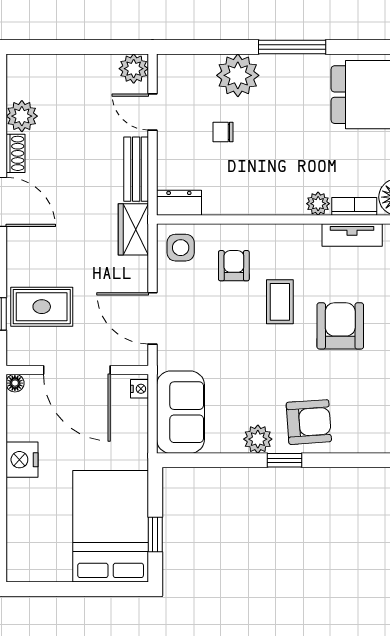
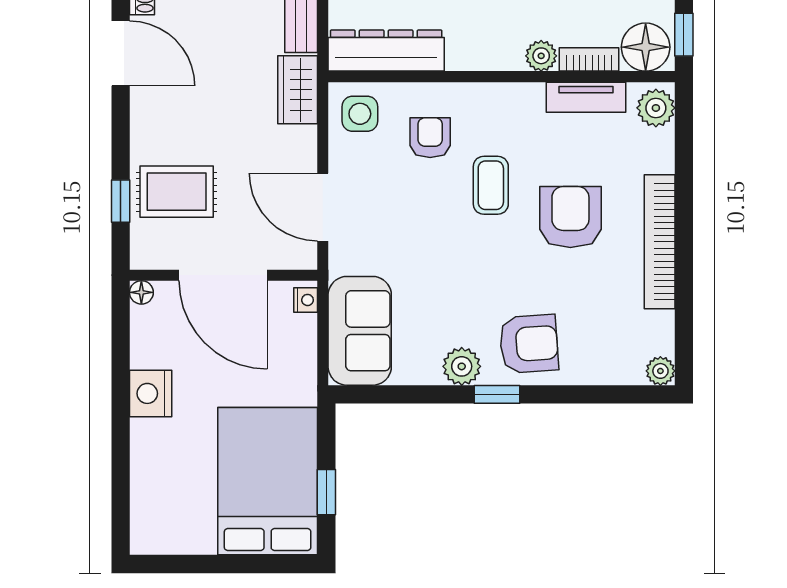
dresser: (179, 203) -> (386, 51), width x1.96, depth x1.24

